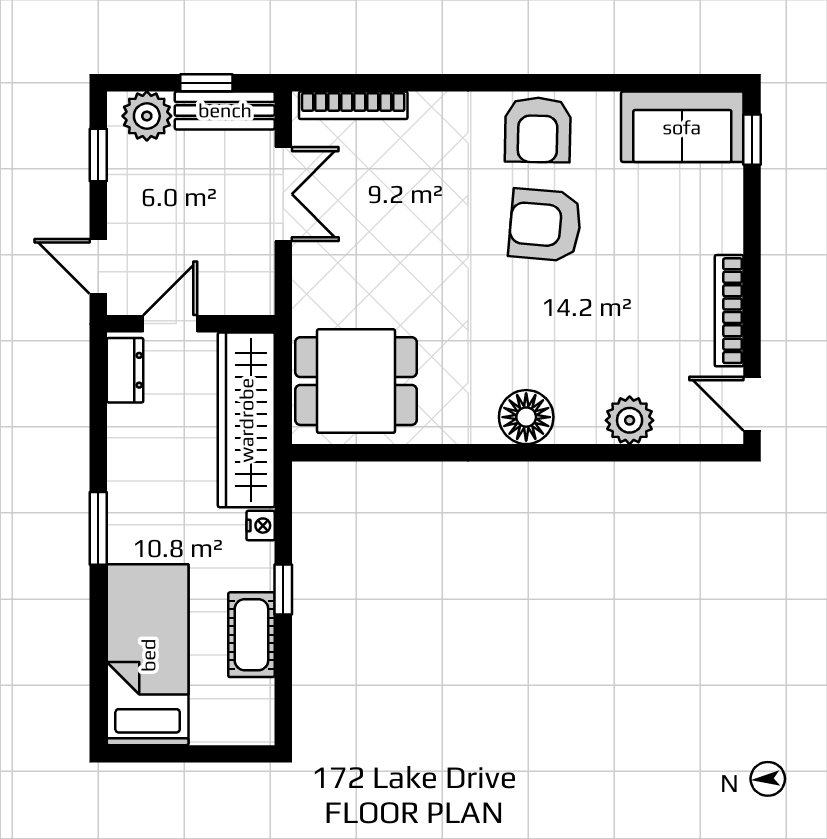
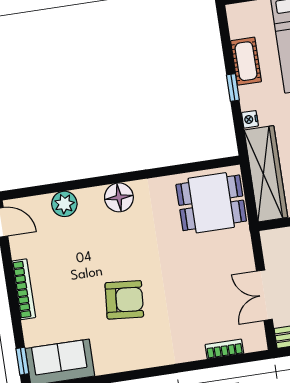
bookcase: (353, 105) -> (224, 349), width x0.64
armchair: (538, 130) -> (136, 349), removed
bookcase: (729, 311) -> (24, 289), moved

